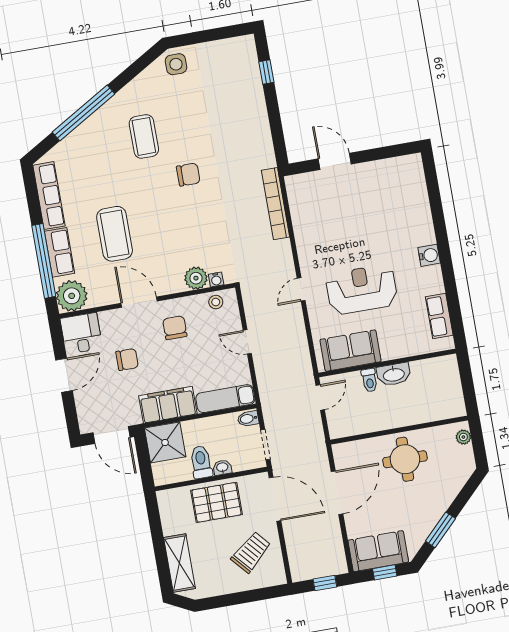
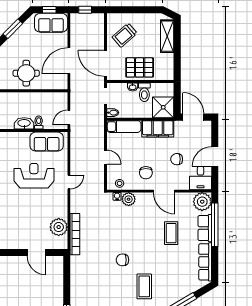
plant: (305, 211) -> (59, 227), added
coffee table: (115, 234) -> (171, 233), width x0.73, depth x0.76
reception desk: (362, 289) -> (34, 176), turned 180

